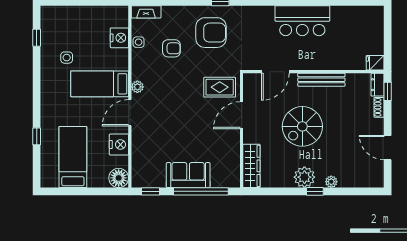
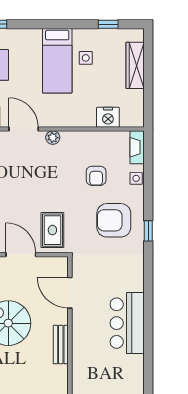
wardrobe: (73, 14) -> (135, 65), added
armchair: (211, 33) -> (114, 220), turned 90
side table: (139, 42) -> (136, 178), moved
bench: (321, 80) -> (61, 345), width x0.73
bed: (100, 84) -> (57, 61), moved, turned 180

